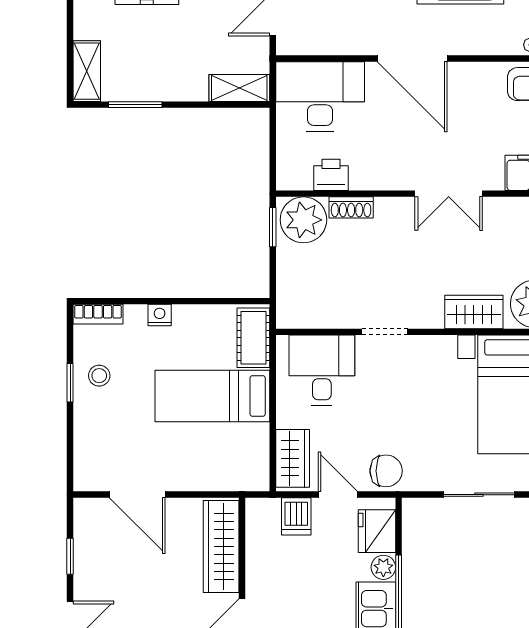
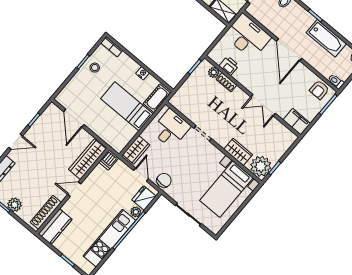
plant: (303, 220) -> (214, 72), width x0.53, depth x0.53
nightstand: (160, 315) -> (143, 73), moved
chair: (386, 471) -> (164, 180), turned -90
dishwasher: (296, 516) -> (109, 160), moved

